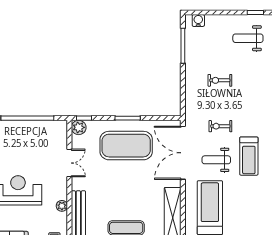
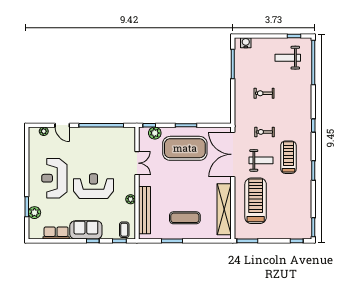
plant: (79, 127) -> (155, 133), moved
treadmill: (249, 156) -> (288, 157), turned 180
weight bench: (216, 160) -> (261, 160), turned 180

